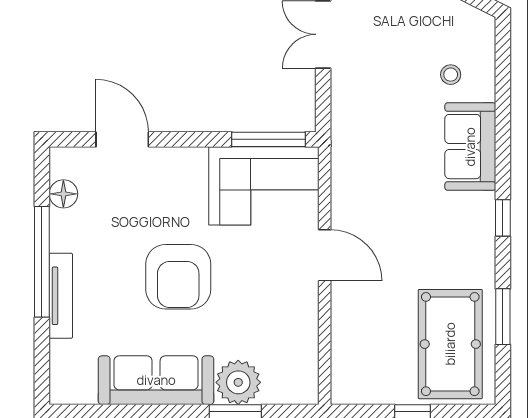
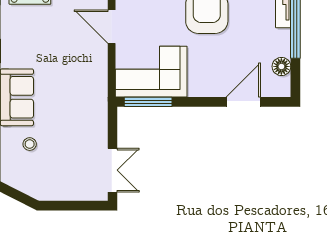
door: (122, 139) -> (243, 102), swing flipped

